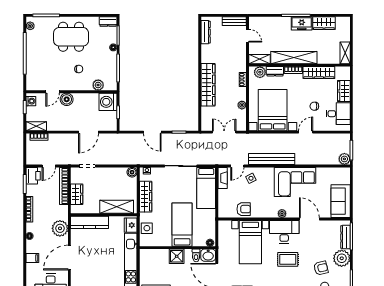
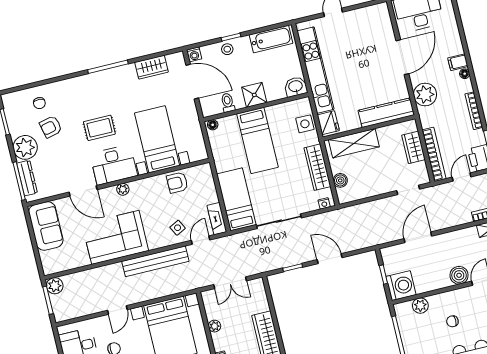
boiler: (132, 172) -> (340, 180), moved
washbasin: (208, 255) -> (296, 87), moved
filing cabinet: (32, 258) -> (458, 62), moved

